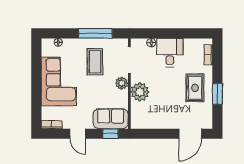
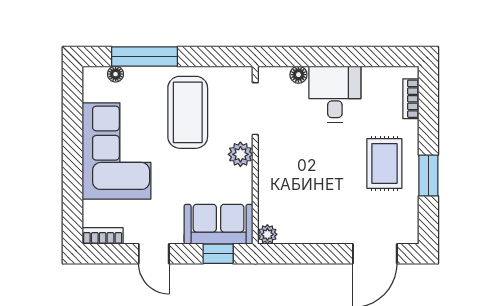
window: (95, 33) -> (144, 57), moved
coffee table: (95, 62) -> (188, 112), width x1.36, depth x1.32
plant: (140, 92) -> (267, 234), moved, width x0.53, depth x0.53

